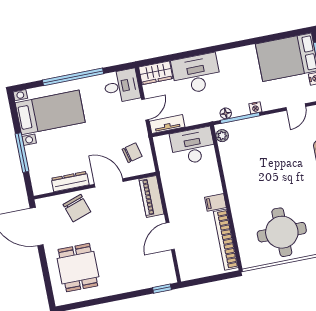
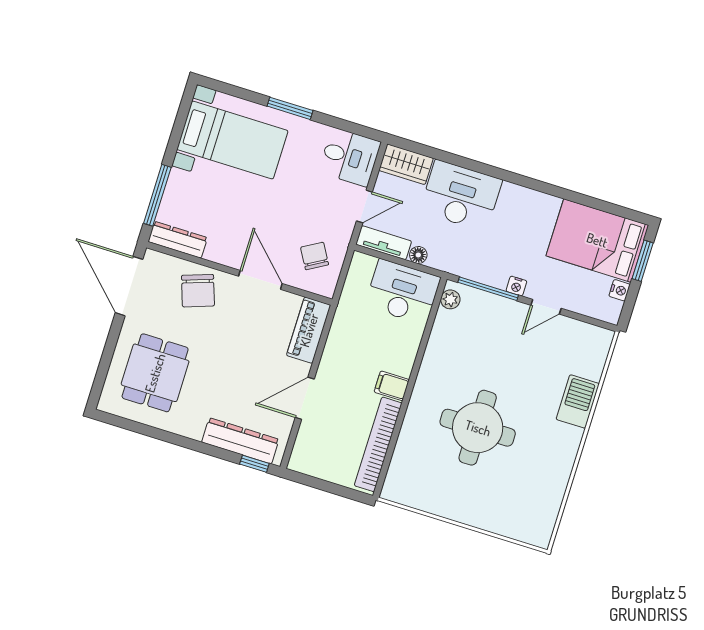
window: (73, 77) -> (290, 108), width x0.47
door: (296, 107) -> (546, 307), moved
floor lamp: (226, 113) -> (418, 255), moved
window: (22, 153) -> (157, 195), moved
chair: (132, 153) -> (315, 256), turned -106
dresser: (70, 181) -> (178, 240), moved
round table: (282, 232) -> (478, 428), moved
dresser: (147, 280) -> (240, 441), added

